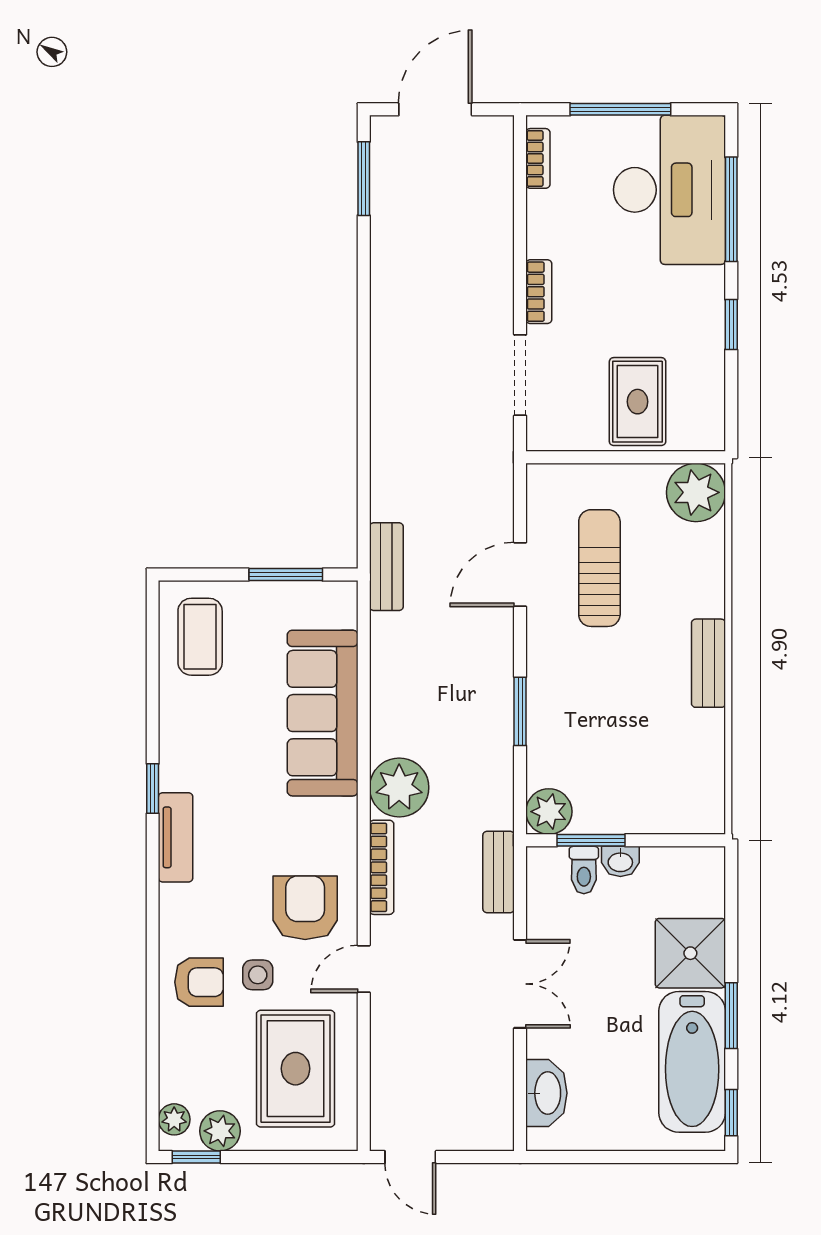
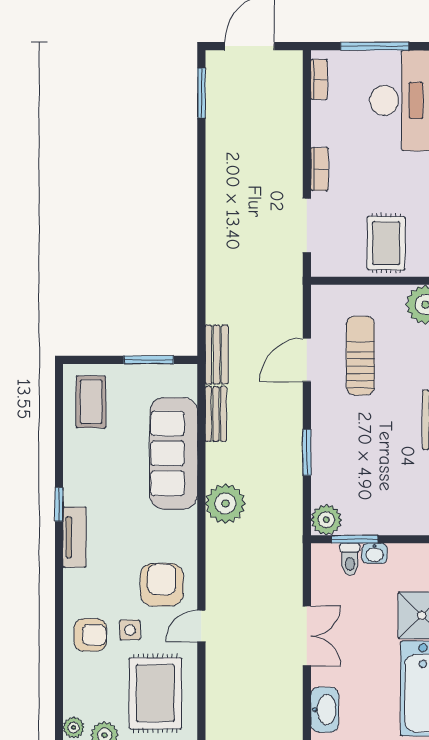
bookcase: (382, 867) -> (214, 557), removed
bench: (499, 872) -> (216, 414), moved

